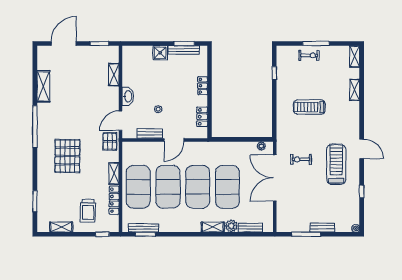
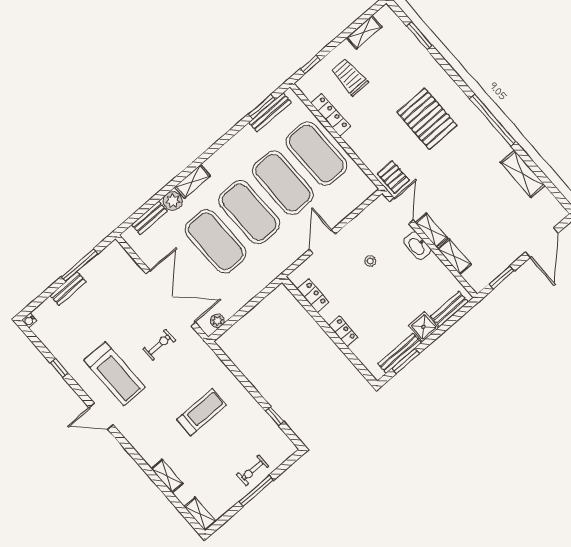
bench: (150, 133) -> (449, 309), moved
shelving: (114, 174) -> (431, 230), moved

